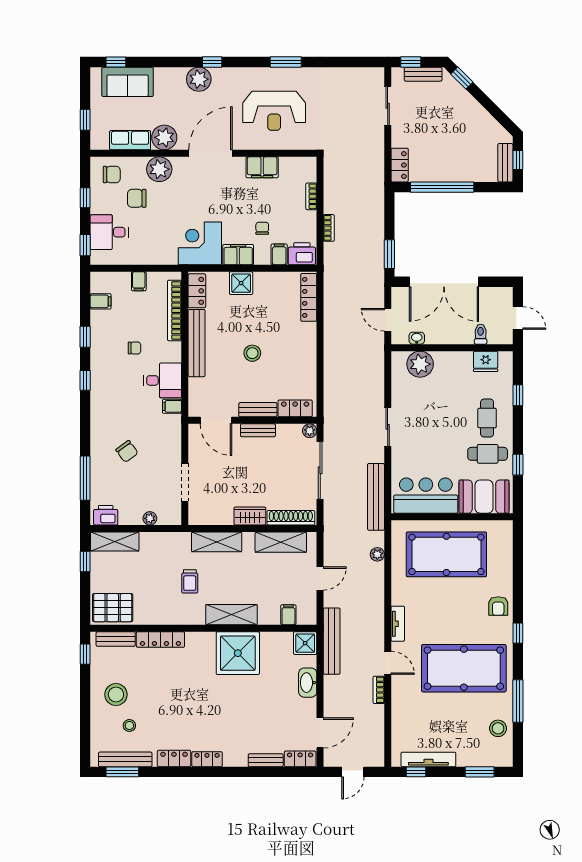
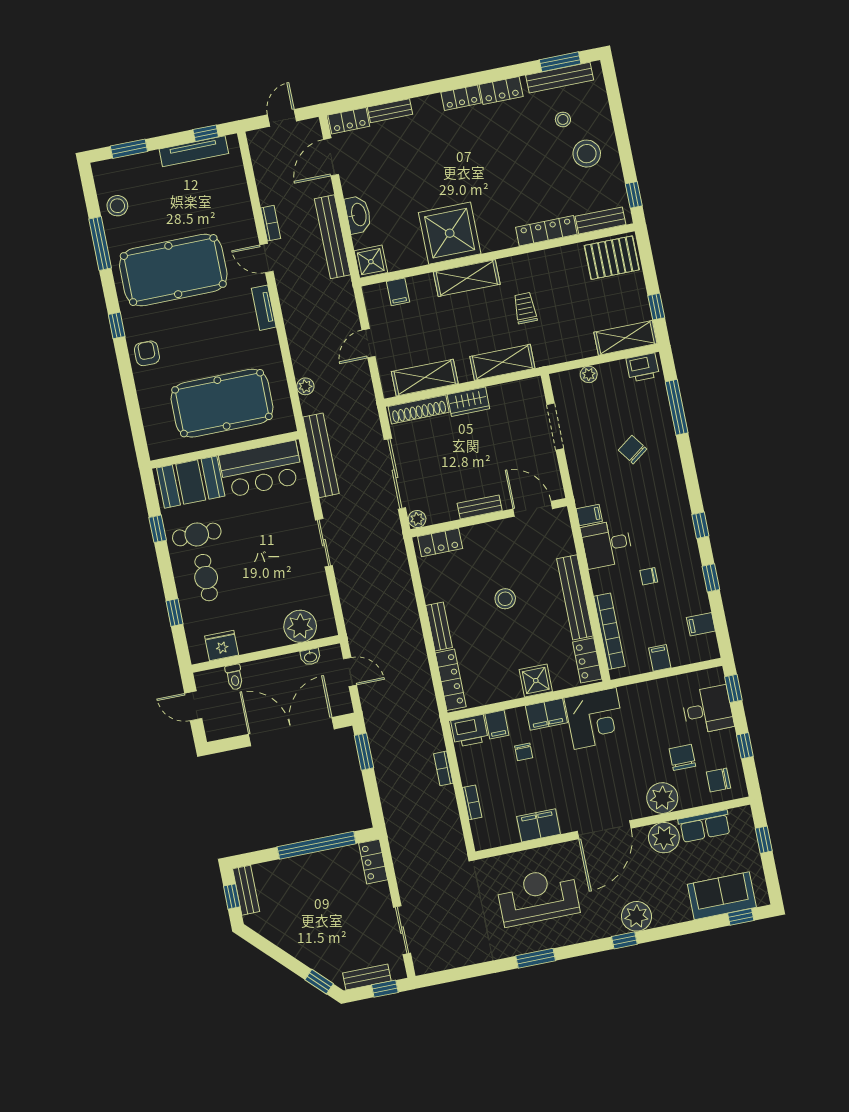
chair: (137, 198) -> (682, 757), turned -90
bench: (258, 410) -> (439, 626), moved, turned 90
bench: (332, 641) -> (332, 237), moved

